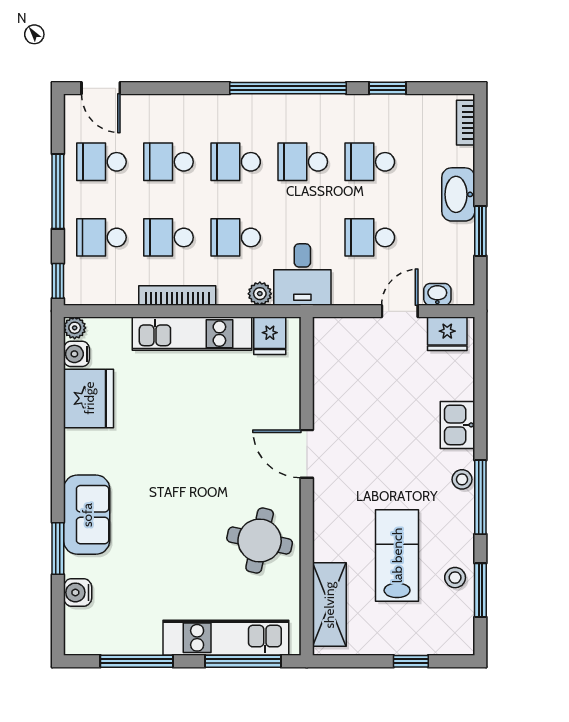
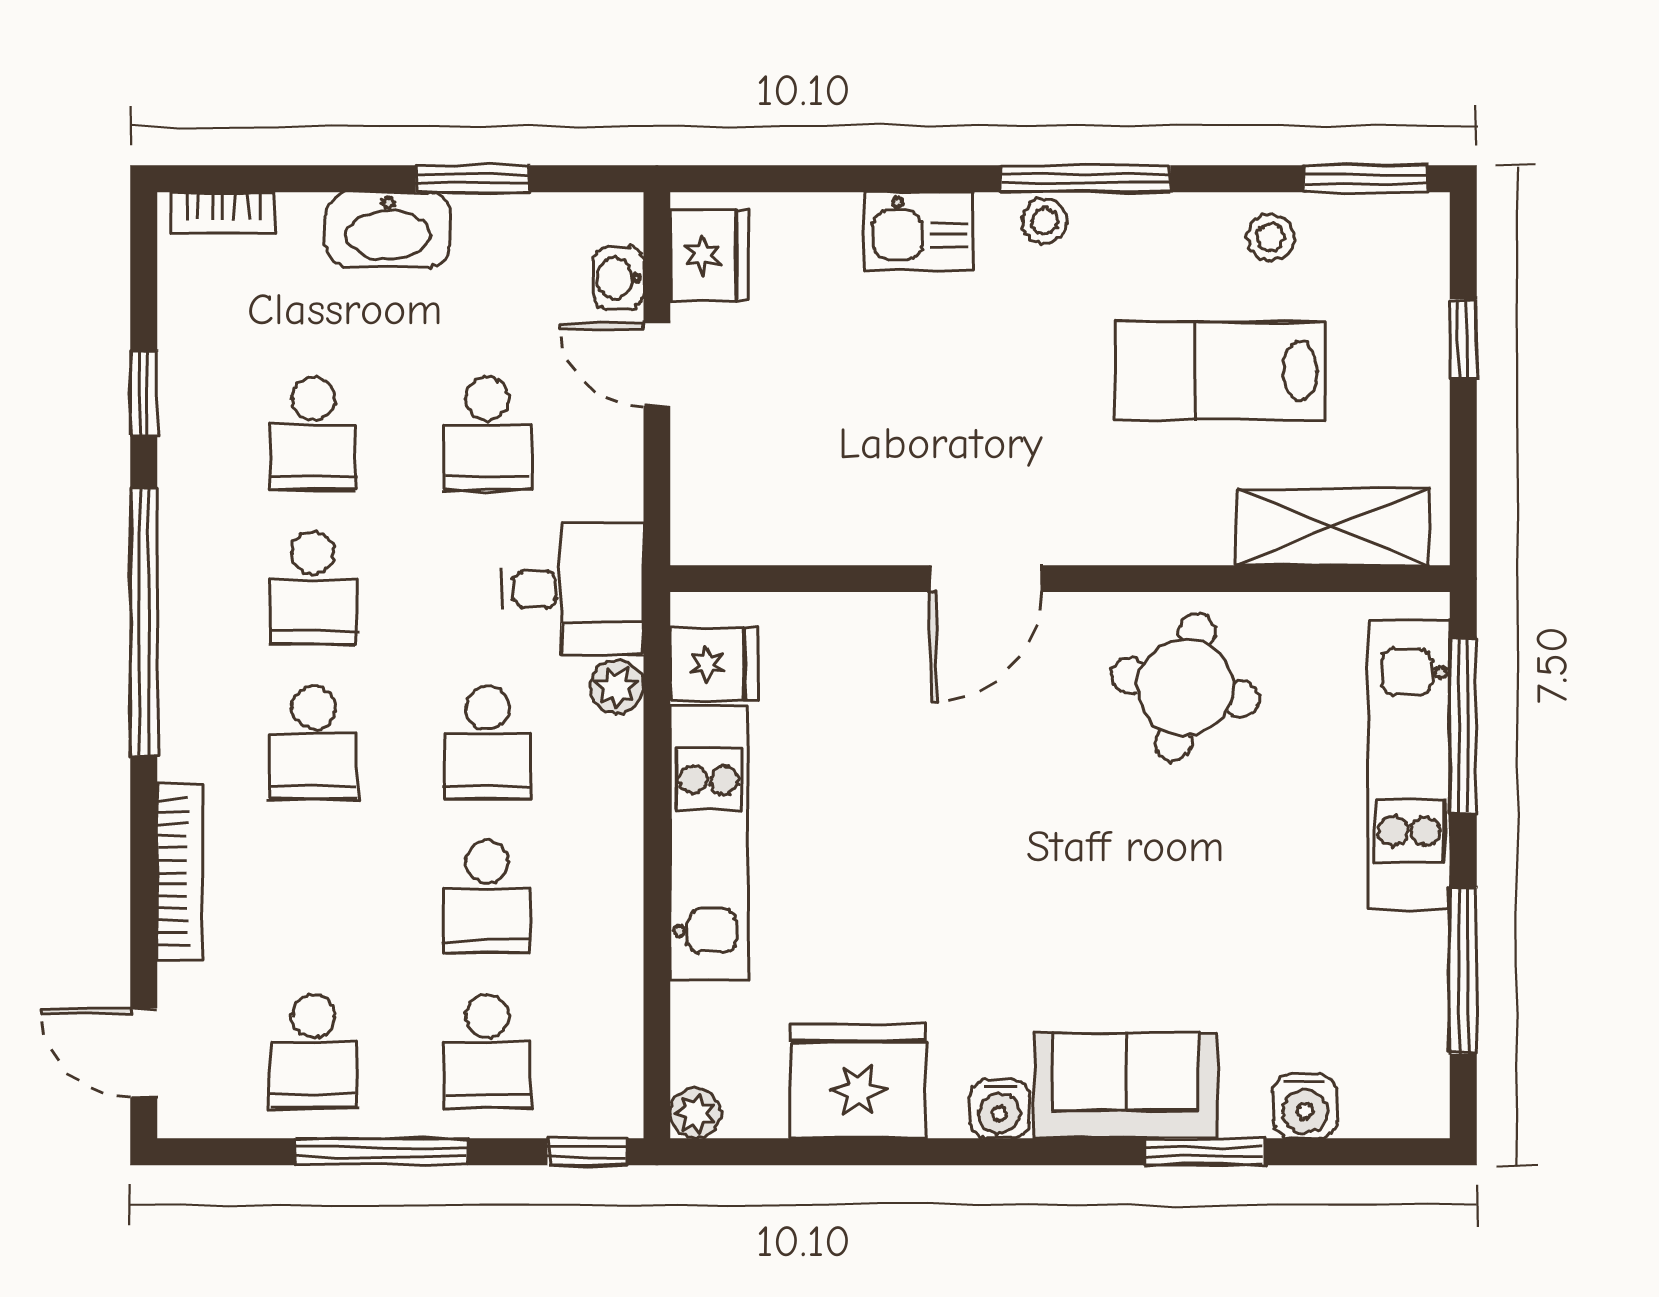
door: (101, 88) -> (144, 1053), swing flipped
school desk: (169, 162) -> (313, 897), removed
bookcase: (177, 295) -> (180, 872), moved, turned 180
water cooler: (76, 354) -> (1000, 1109), moved
window: (480, 590) -> (1366, 179), moved

